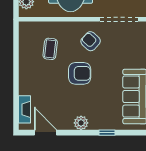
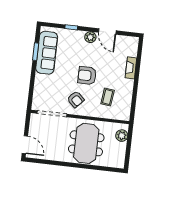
fireplace: (25, 109) -> (131, 68), moved
door: (45, 133) -> (107, 32), moved

